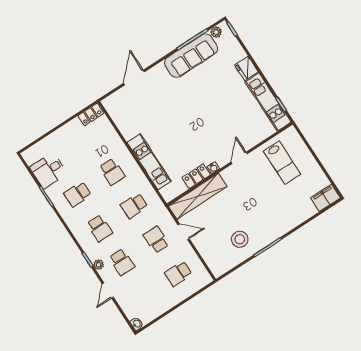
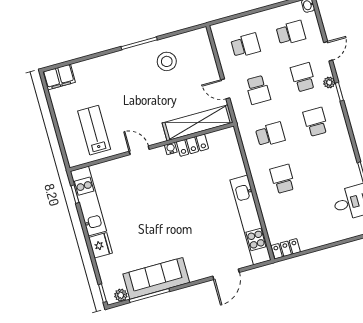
door: (239, 158) -> (139, 150), swing flipped
kitchen unit: (149, 162) -> (251, 220), moved, width x1.36
school desk: (78, 194) -> (291, 33), moved

